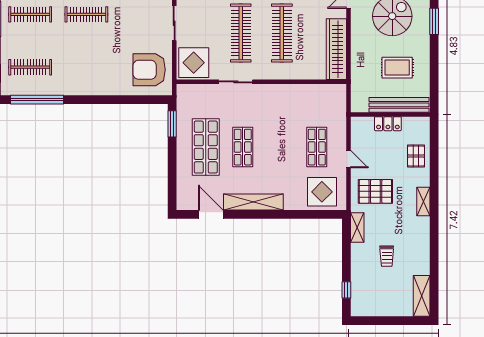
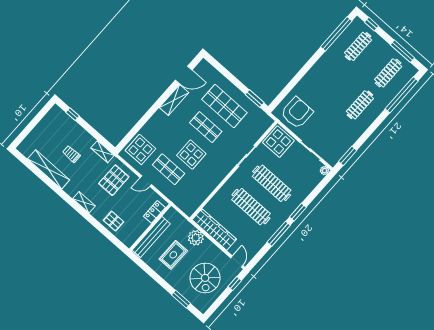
plant: (361, 60) -> (196, 238), added
locker: (388, 124) -> (154, 212), moved
display table: (282, 137) -> (191, 154), added
shelving: (253, 202) -> (174, 100), width x0.68
shelving: (422, 296) -> (49, 169), moved, width x1.47

